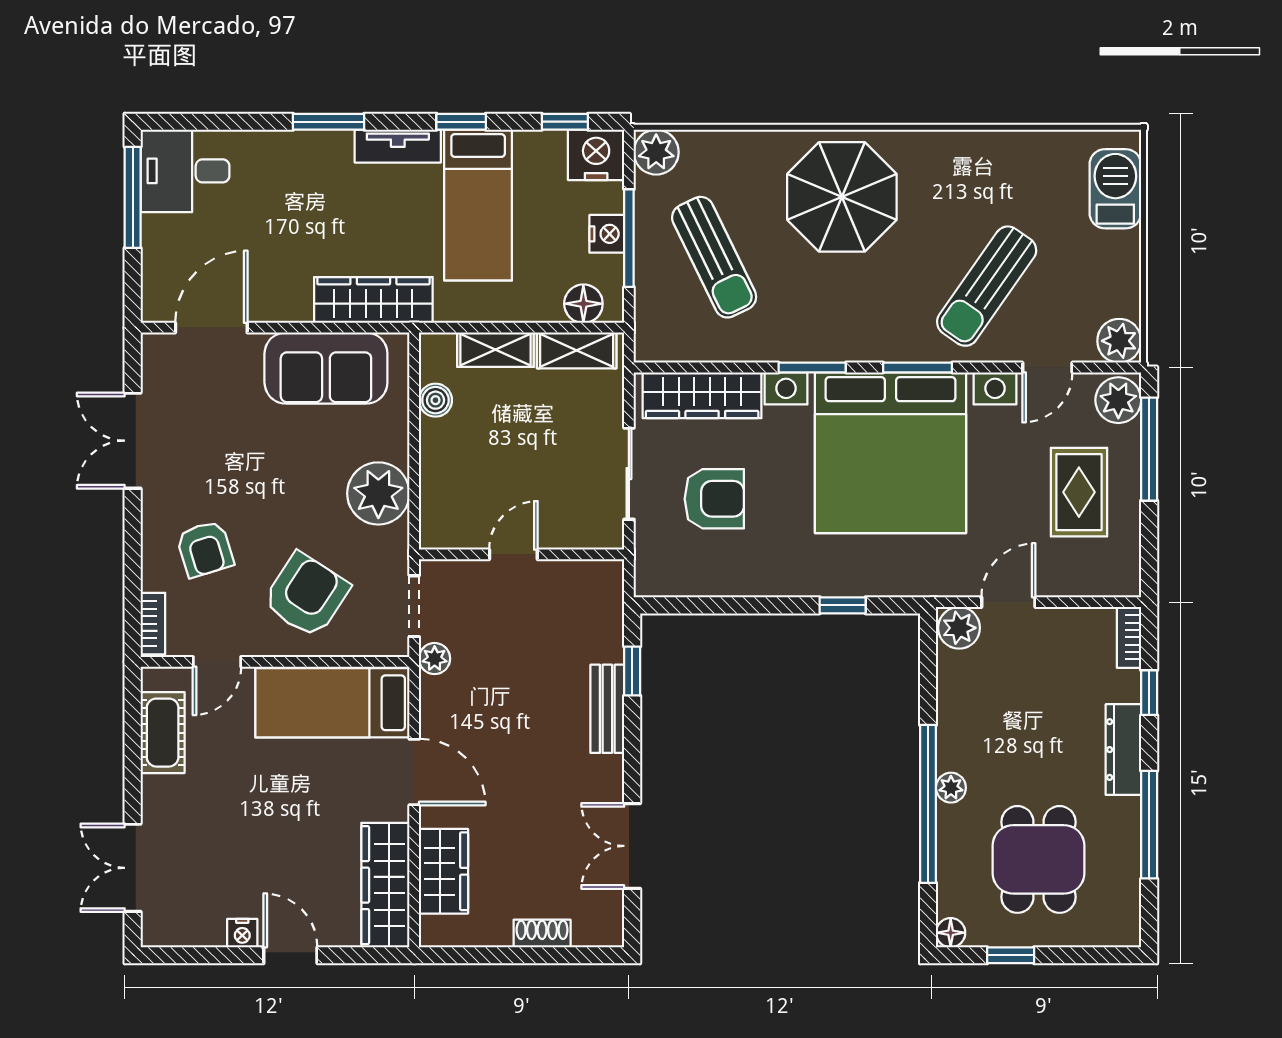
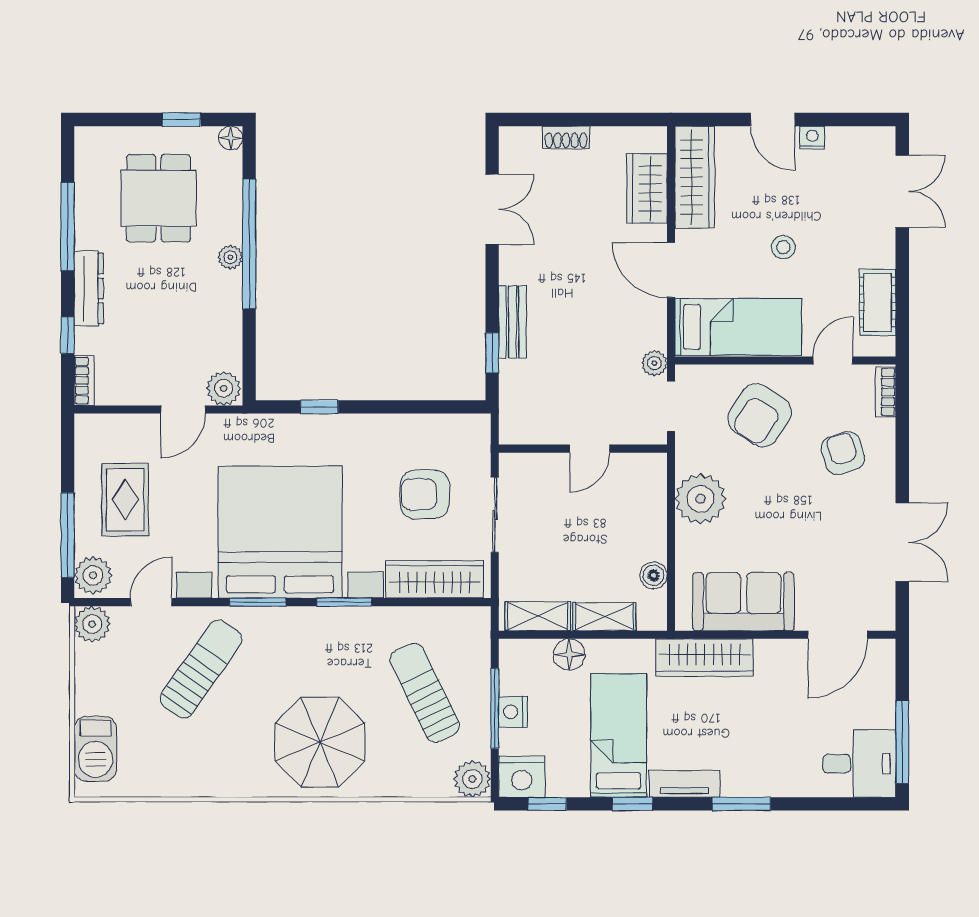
floor lamp: (583, 304) -> (569, 655), moved
stool: (277, 800) -> (783, 247), added

